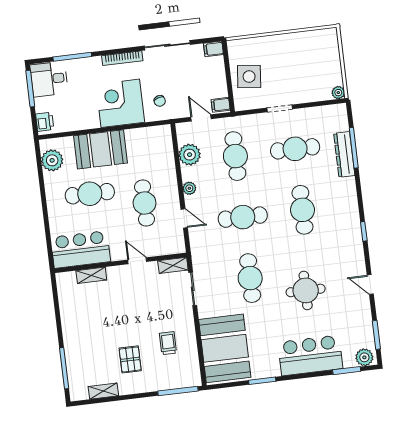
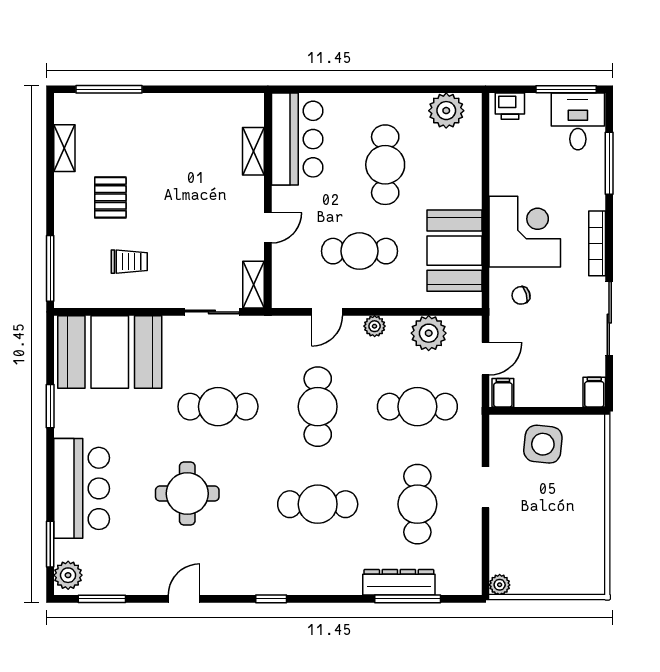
booth: (101, 149) -> (454, 251), moved
pallet: (130, 359) -> (110, 197), turned 90

